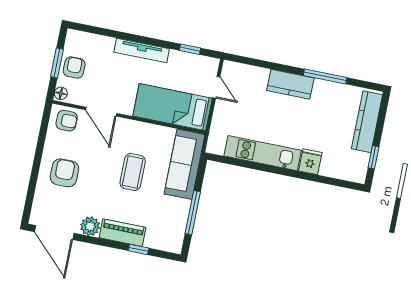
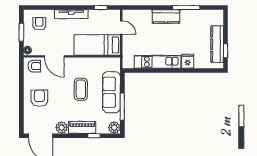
armchair: (74, 68) -> (39, 24), moved
kitchen counter: (367, 122) -> (217, 44), moved
sofa: (184, 164) -> (111, 92), moved
plant: (173, 243) -> (114, 128), added

